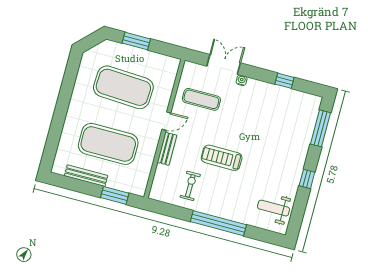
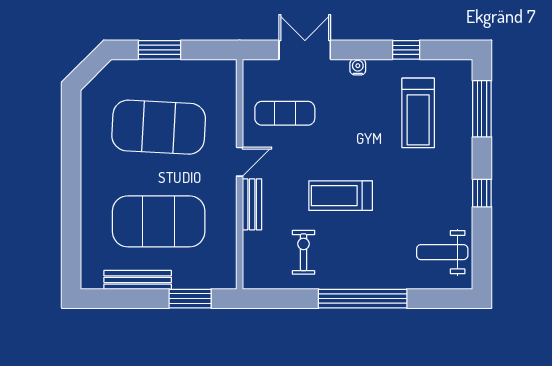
water cooler: (242, 80) -> (358, 67), moved
treadmill: (282, 121) -> (418, 113), added

